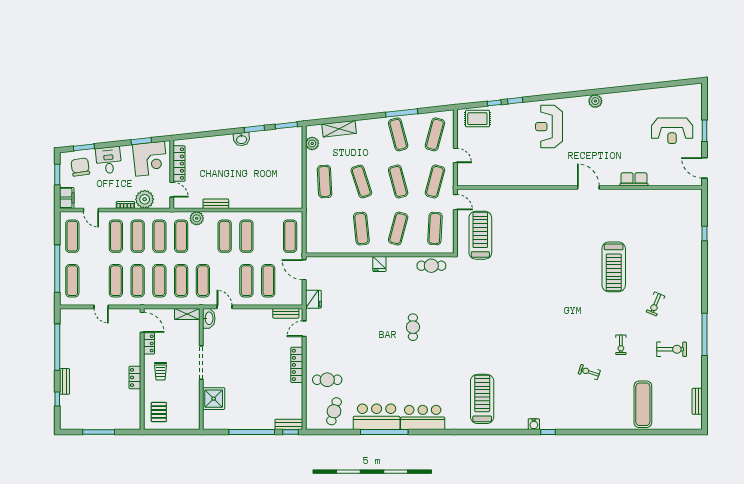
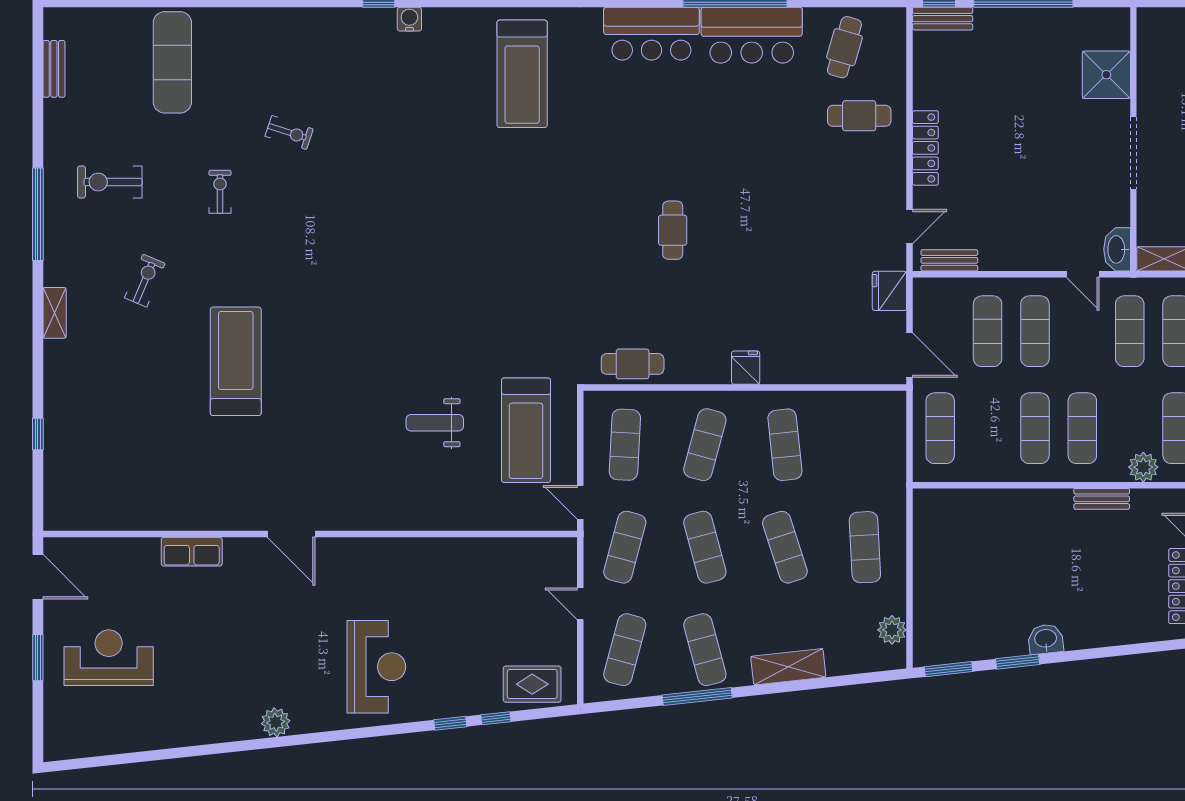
shelving: (339, 129) -> (788, 667), moved
weight bench: (522, 239) -> (435, 423), added
shelving: (697, 289) -> (55, 313), added

